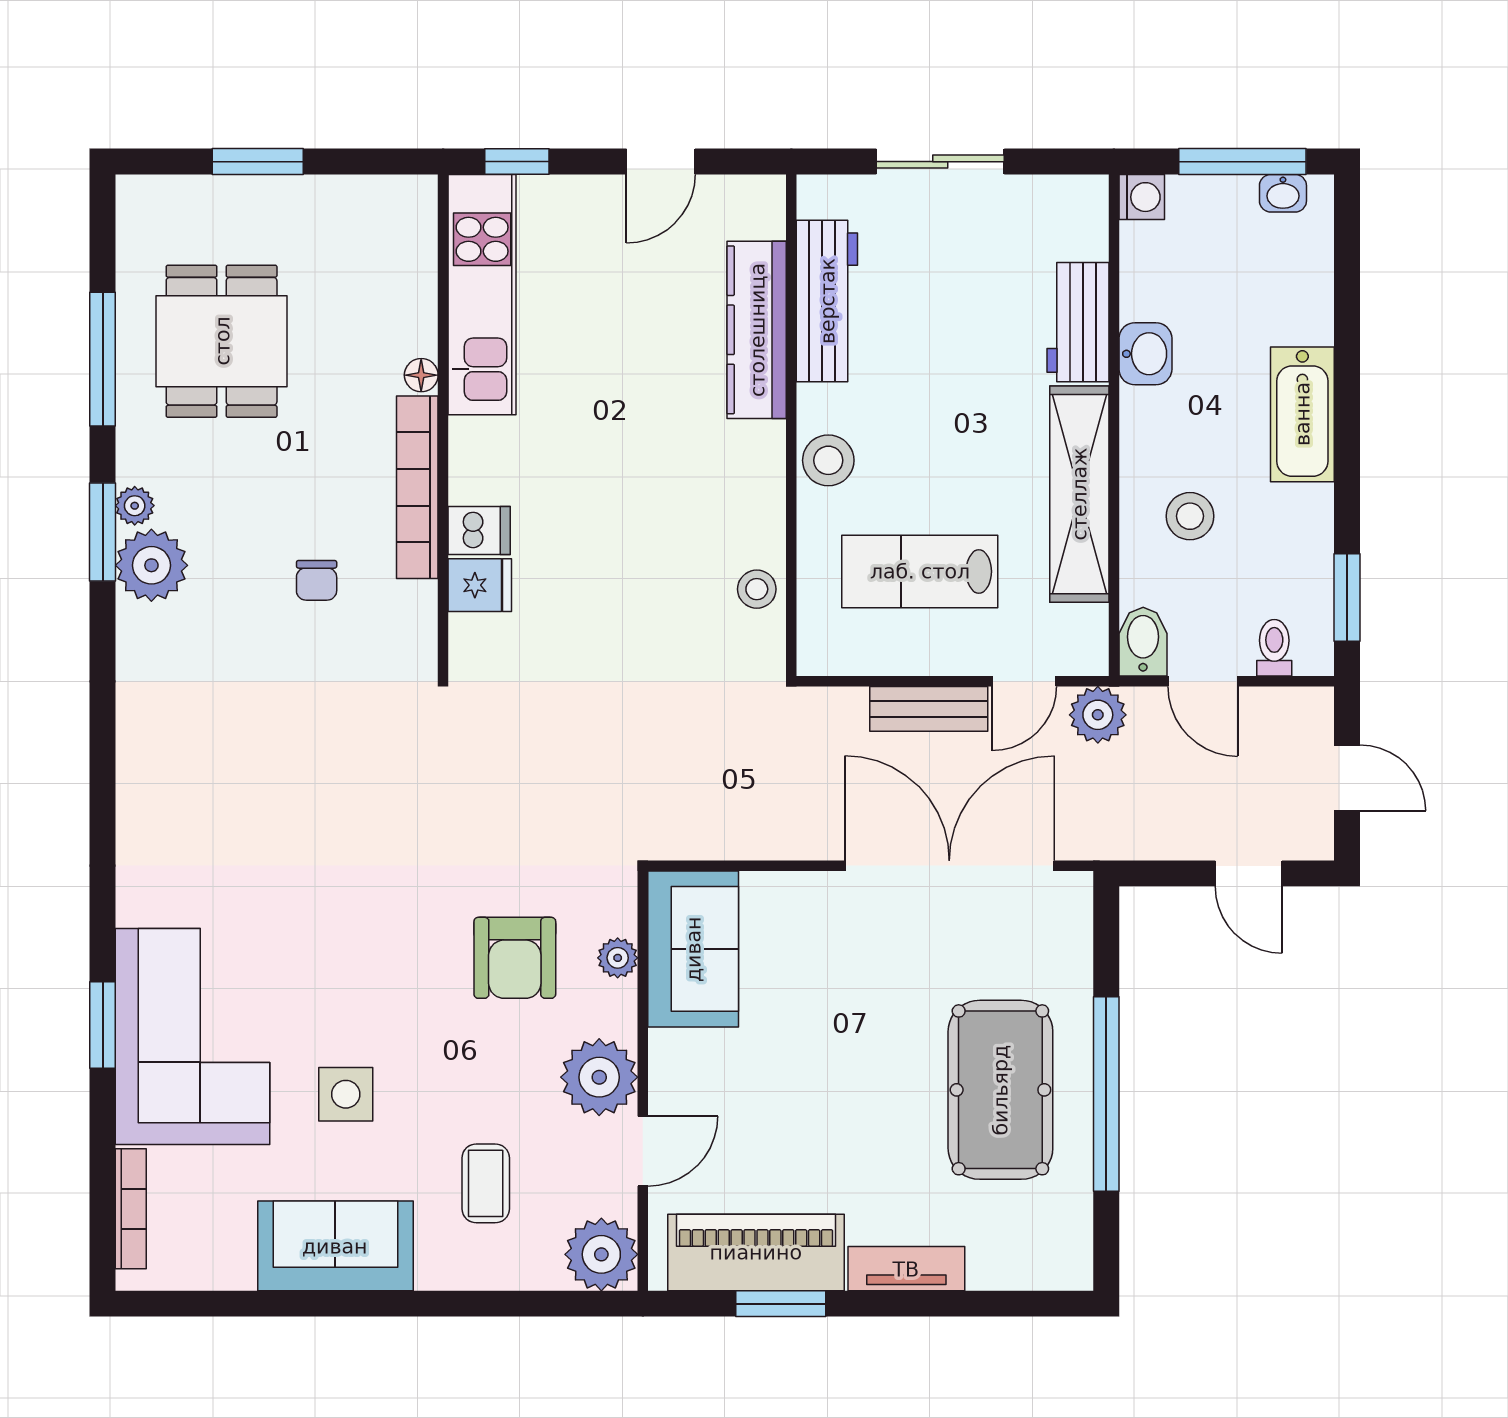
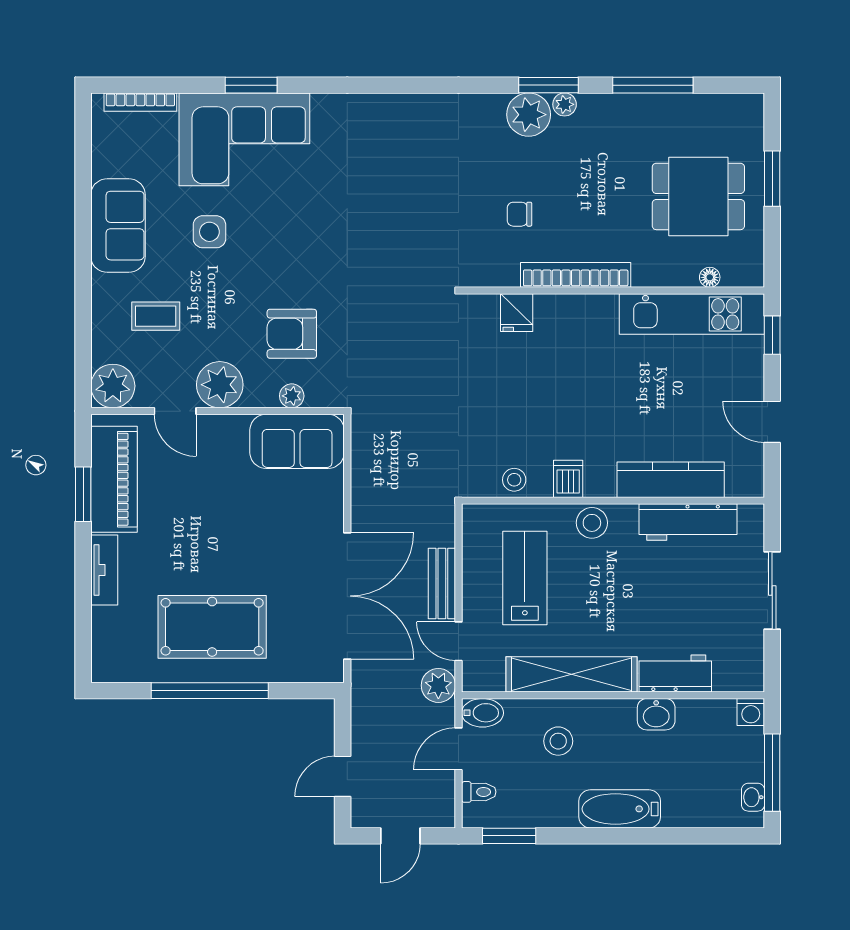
dining table: (222, 341) -> (698, 196), moved
floor lamp: (421, 375) -> (710, 277), moved
dishwasher: (479, 530) -> (568, 479), moved, turned 180

